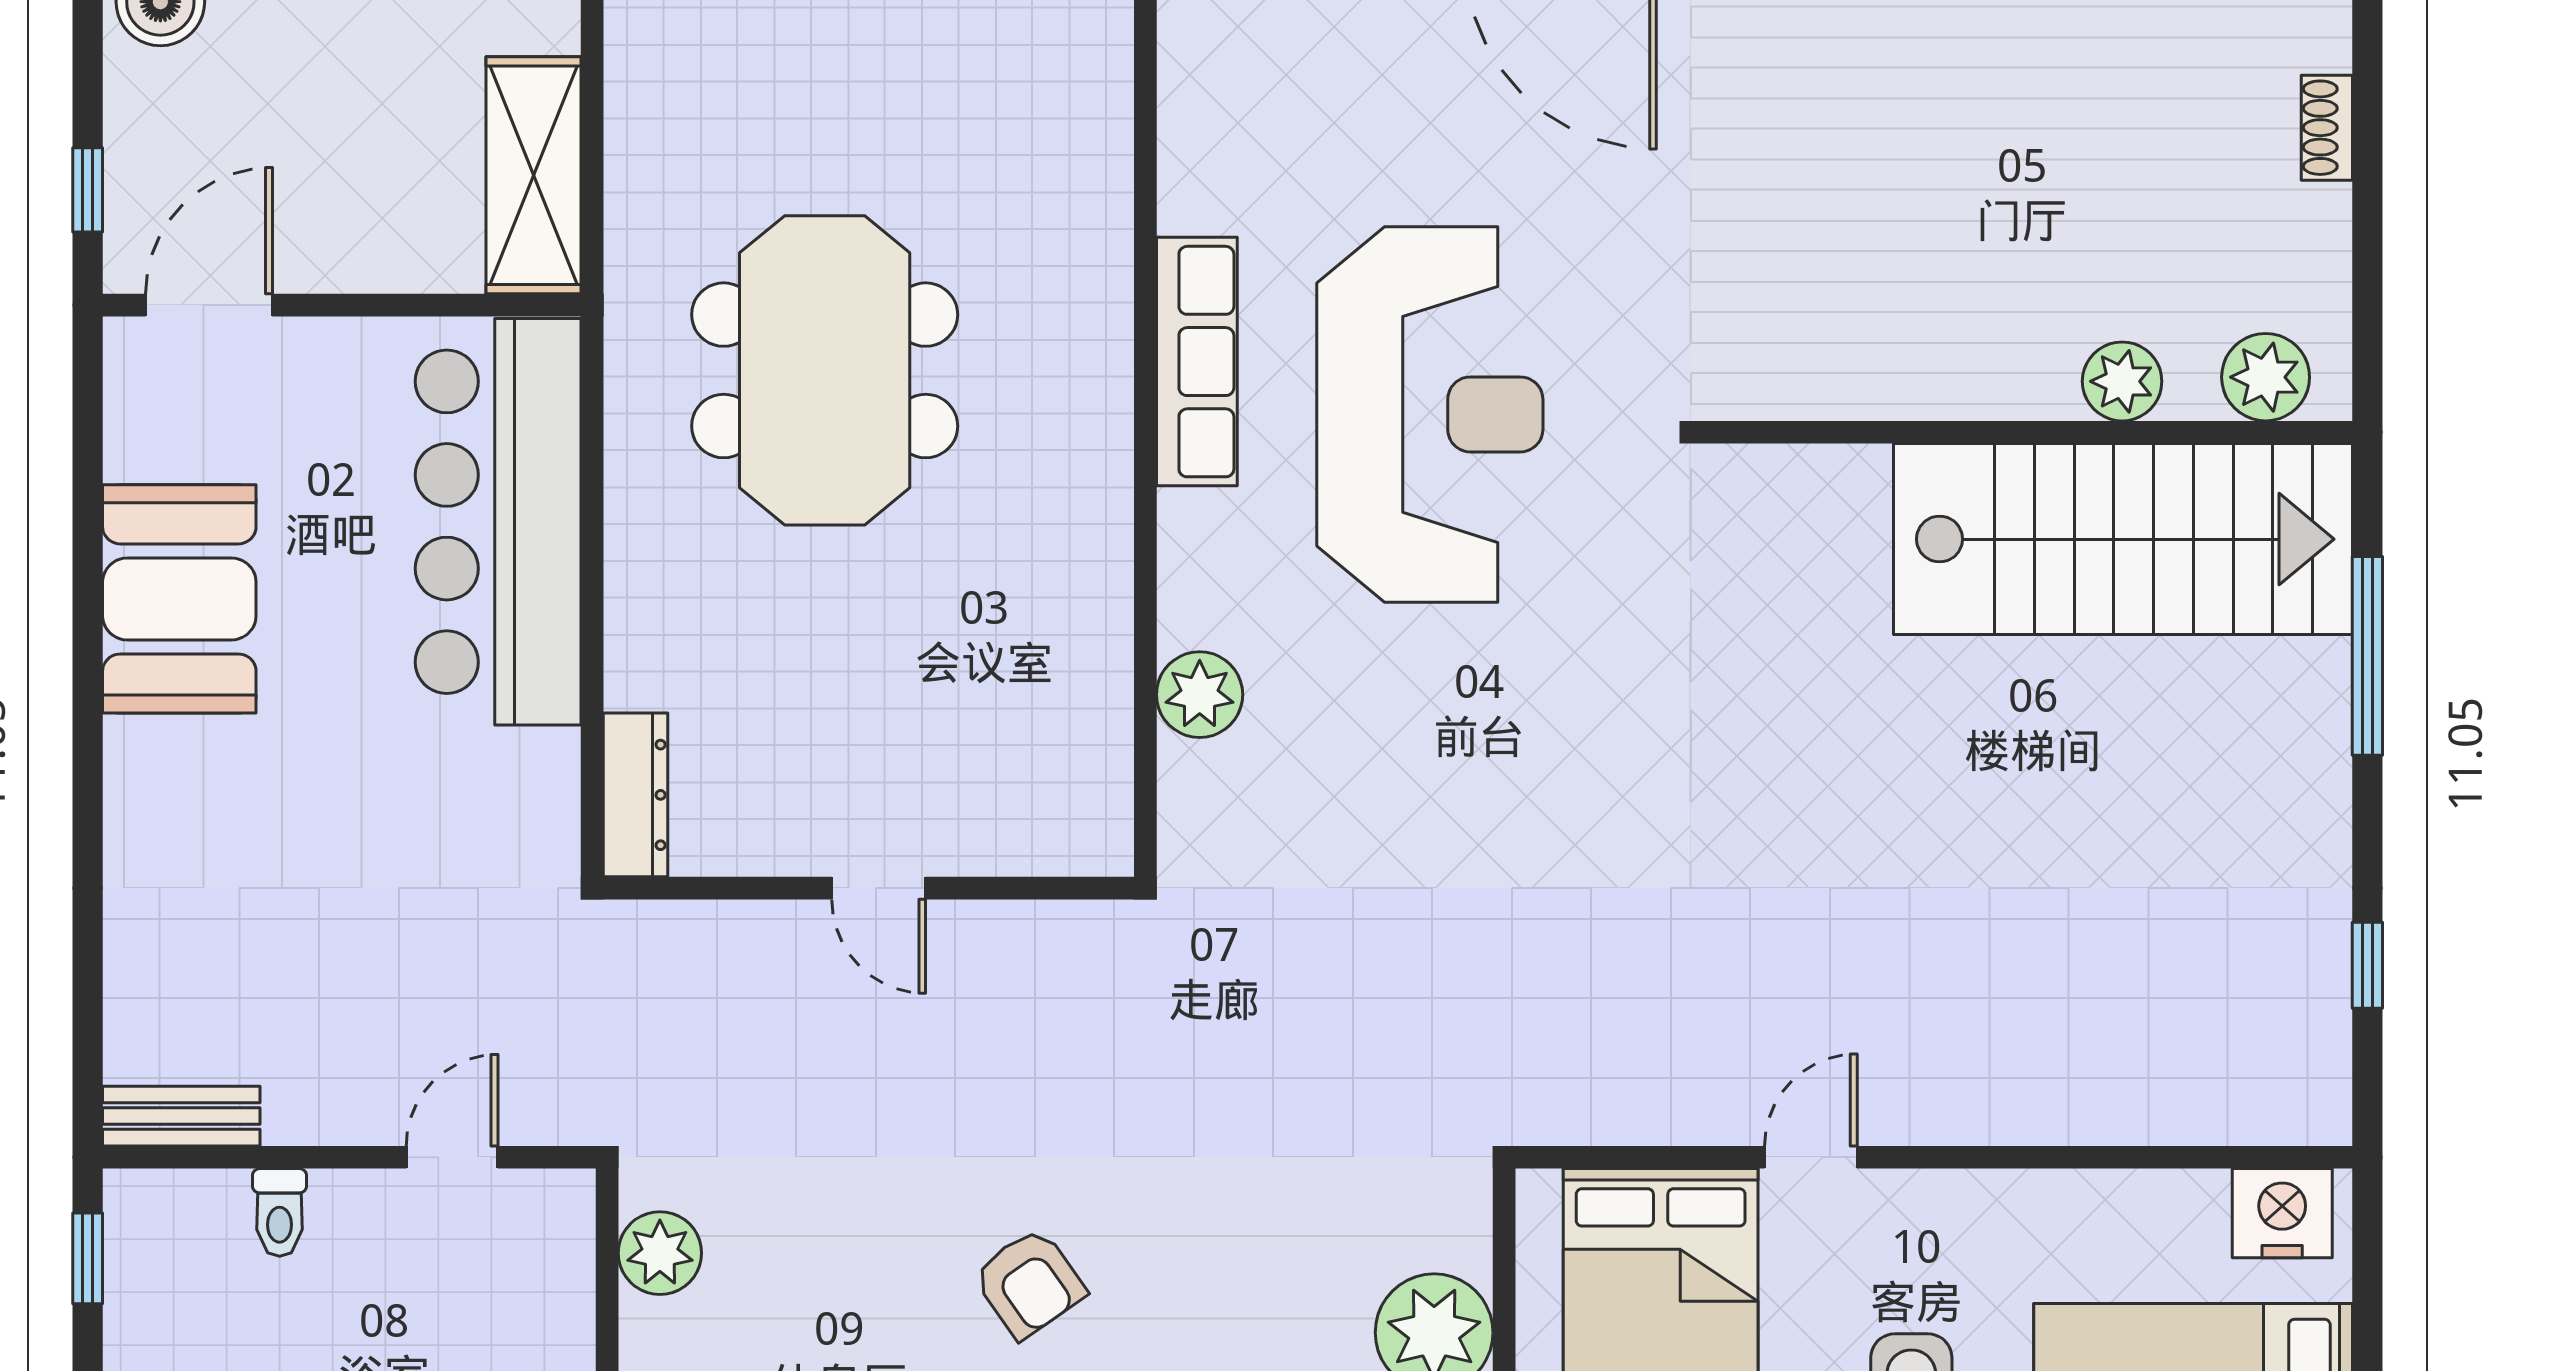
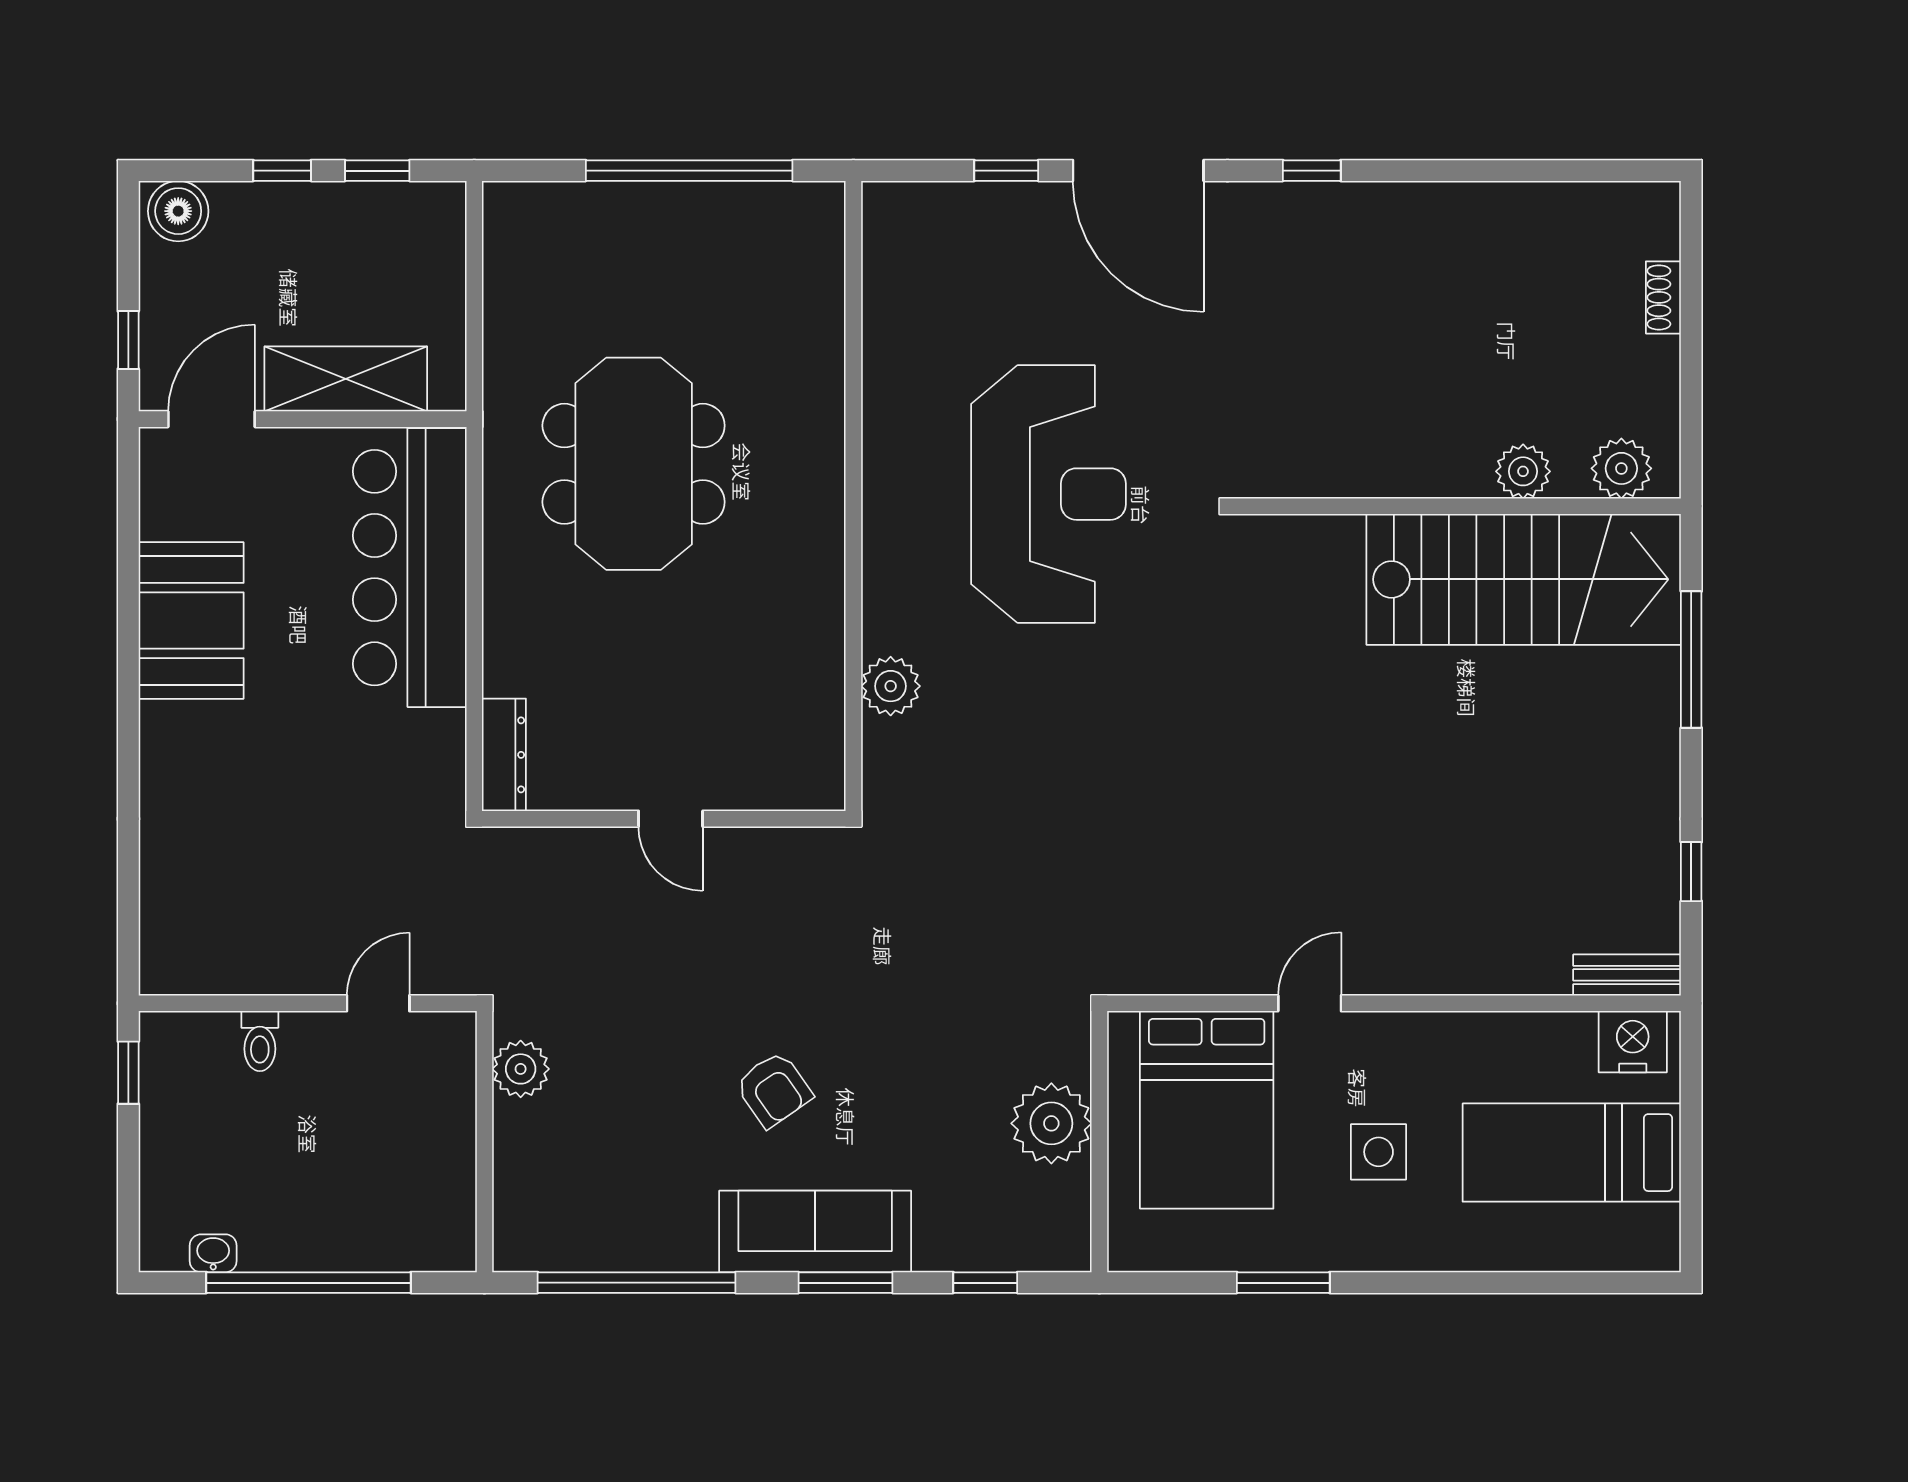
shelving: (534, 175) -> (346, 379), moved, turned 90
row of seats: (1197, 362) -> (889, 458), removed
bench: (181, 1116) -> (1627, 975), moved

